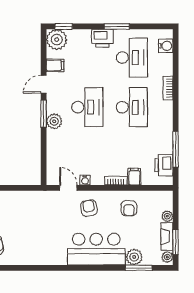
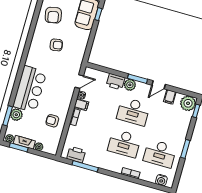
printer: (102, 38) -> (116, 82), moved, turned -90
door: (44, 84) -> (159, 85), swing flipped
filing cabinet: (134, 177) -> (81, 105), moved
armchair: (89, 208) -> (56, 45), moved

